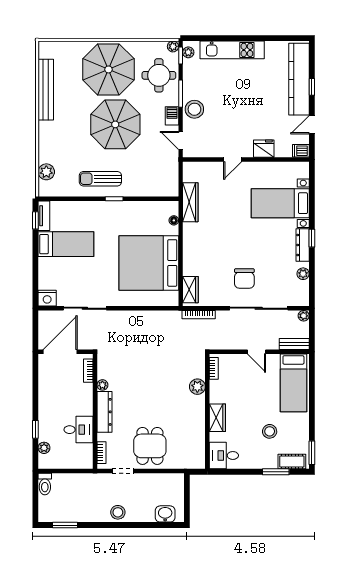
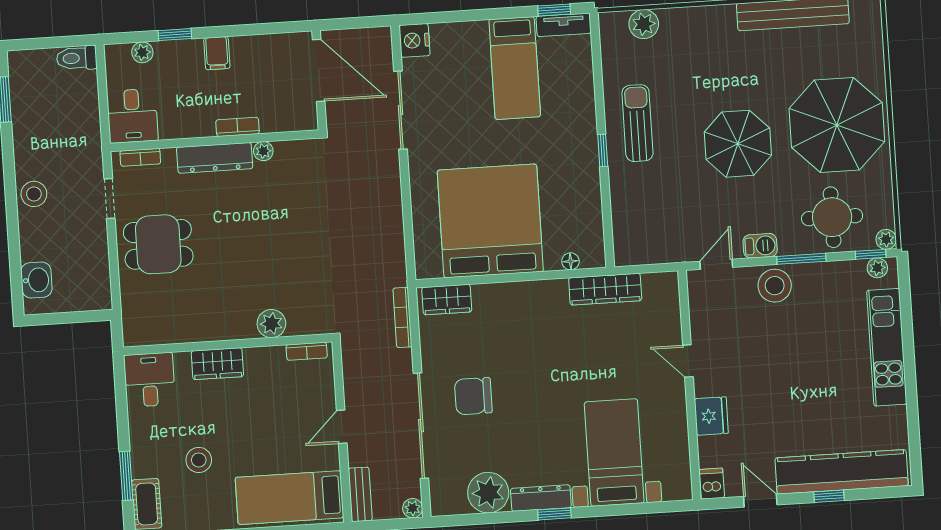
parasol: (115, 124) -> (738, 144), width x0.73, depth x0.73
plant: (303, 274) -> (488, 493), width x1.88, depth x1.88
bookcase: (88, 371) -> (238, 127), moved
filing cabinet: (47, 407) -> (217, 53), added
desk: (78, 430) -> (132, 116), moved

